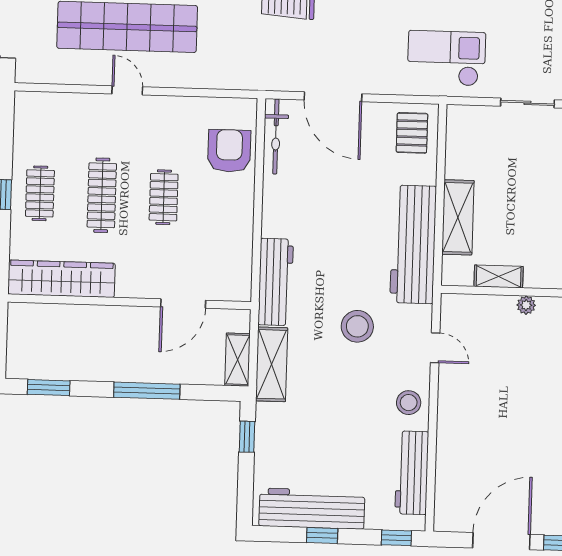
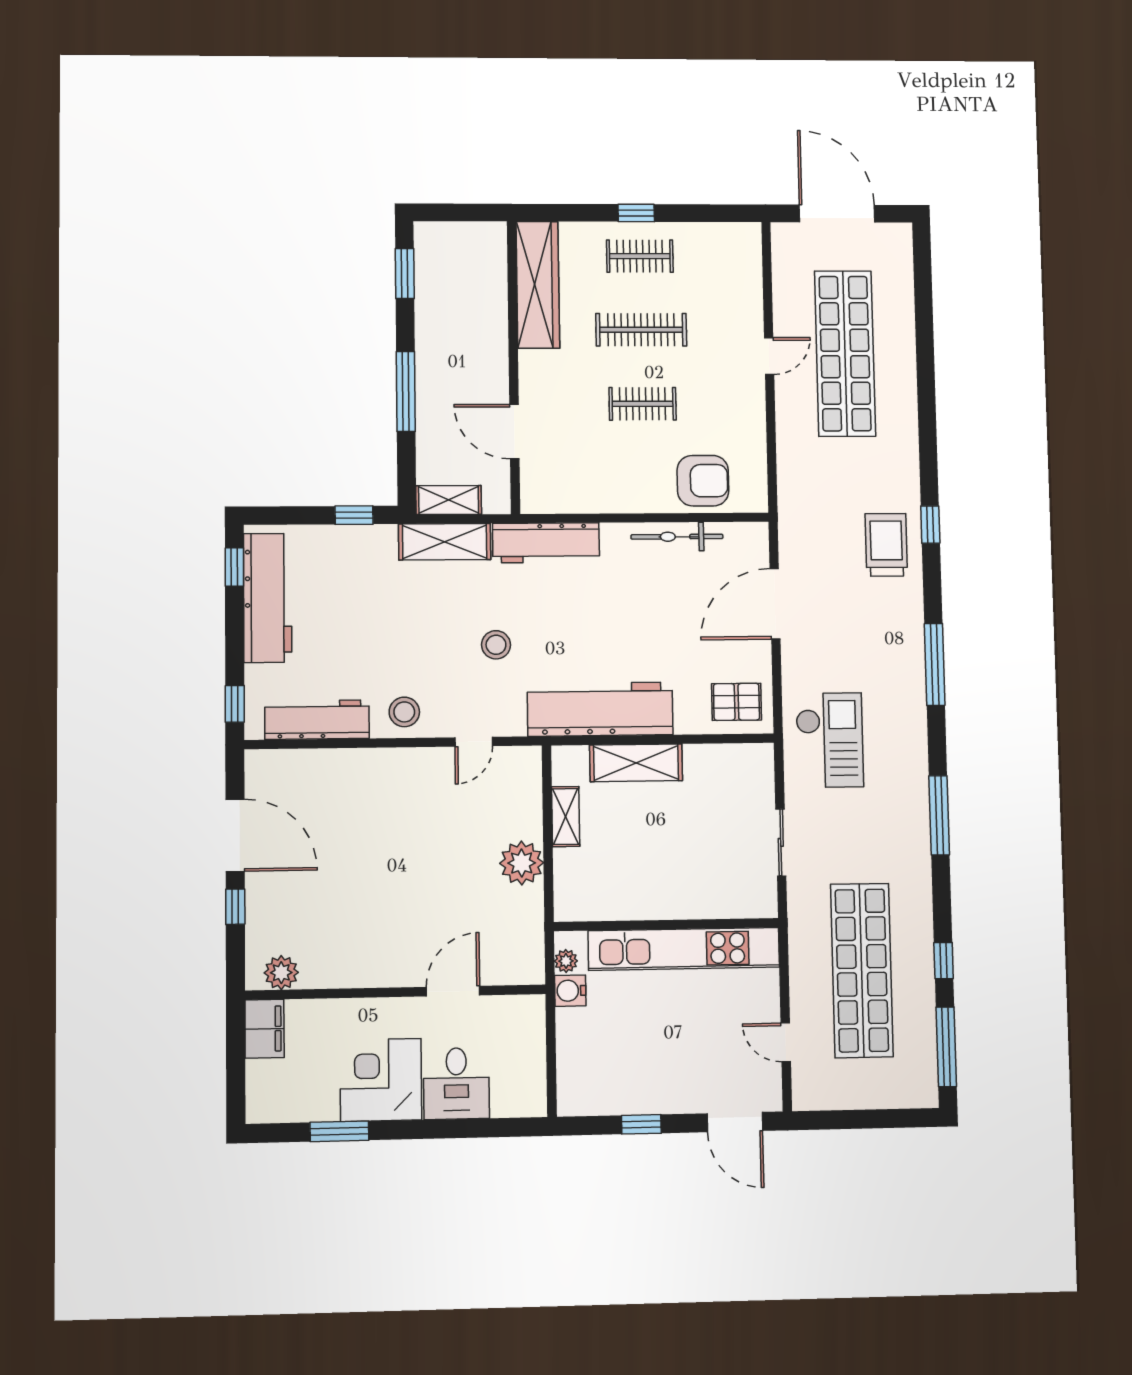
bicycle: (276, 136) -> (677, 537), moved
plant: (526, 305) -> (522, 863), width x1.88, depth x1.88
stool: (357, 326) -> (496, 645), width x0.73, depth x0.73
window: (322, 535) -> (234, 567), moved

